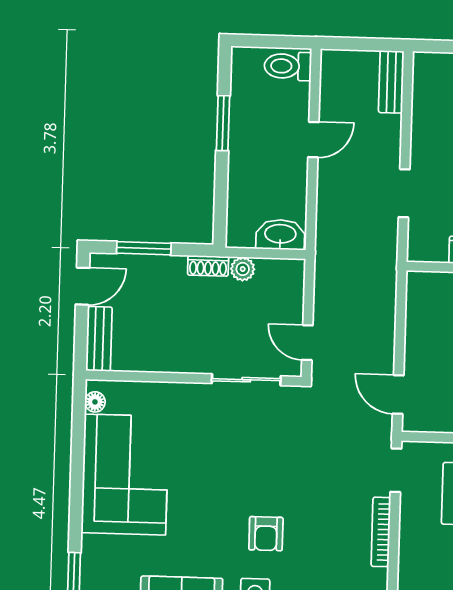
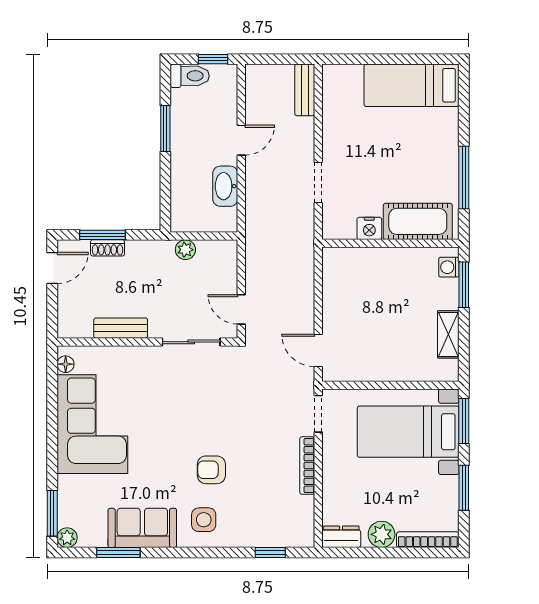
window: (282, 42) -> (213, 59), added
toilet: (288, 66) -> (190, 76), moved, turned 180
washbasin: (280, 235) -> (225, 186), moved, turned -90
shoe rack: (208, 266) -> (108, 248), moved
bench: (99, 339) -> (121, 328), moved, turned 90
armchair: (266, 534) -> (211, 470), turned 90

